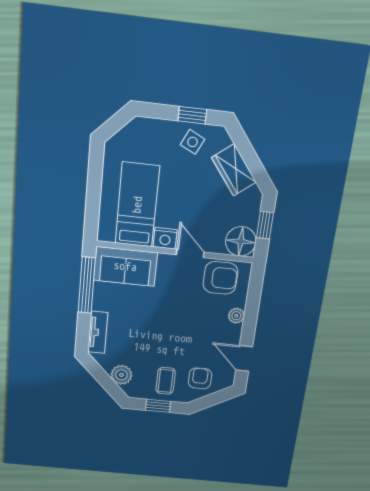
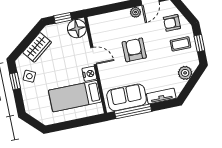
door: (190, 253) -> (94, 56), swing flipped
sofa: (125, 266) -> (127, 97), moved, turned -90
armchair: (220, 278) -> (134, 50), moved
plant: (236, 316) -> (136, 12), moved

